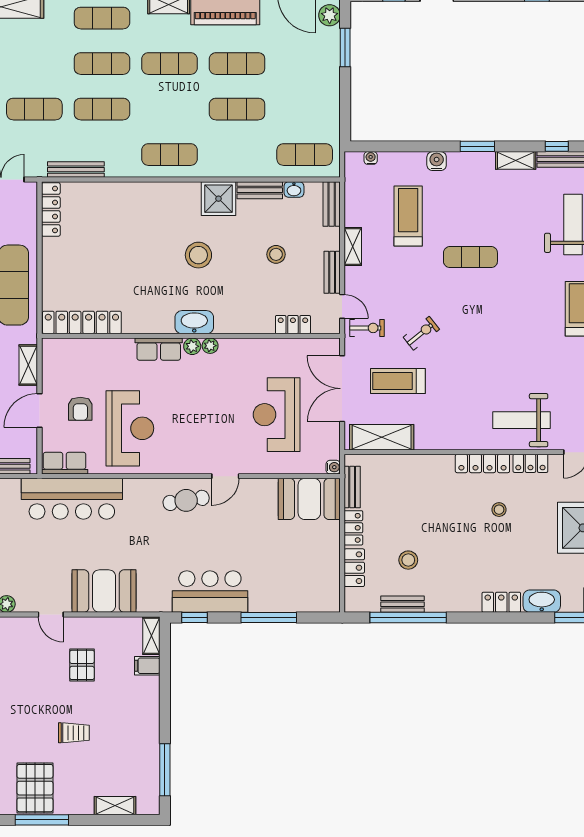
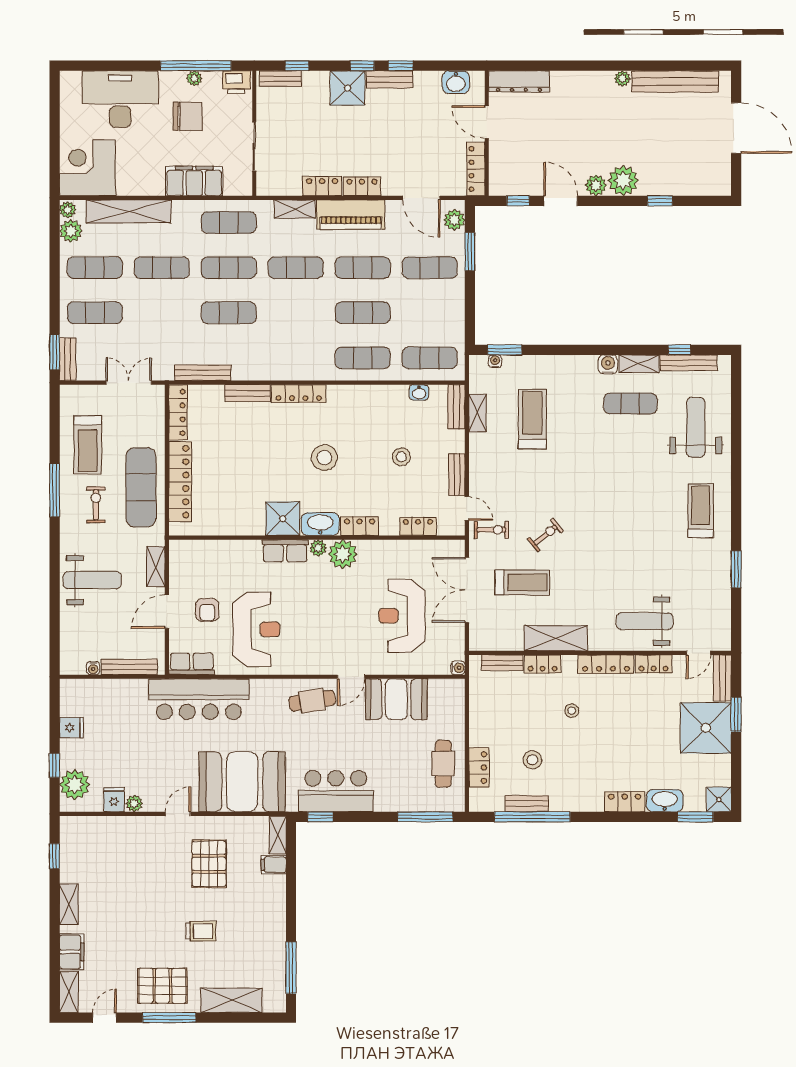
exercise mat: (305, 64) -> (430, 268), added
exercise mat: (34, 109) -> (162, 268), moved
window: (477, 146) -> (505, 350), moved
exercise mat: (170, 155) -> (363, 358), moved
water cooler: (437, 161) -> (608, 364), moved
bench: (260, 190) -> (248, 393), moved
locker: (173, 191) -> (299, 394), added
shower: (218, 199) -> (283, 519), moved
shelving: (353, 247) -> (477, 413), moved
exercise mat: (470, 257) -> (630, 403), moved
locker: (82, 322) -> (180, 482), moved, turned 90
locker: (234, 324) -> (360, 526), added
plant: (210, 346) -> (343, 554), width x1.87, depth x1.87
treadmill: (398, 381) -> (522, 582), turned 180
shelving: (382, 437) -> (556, 638), moved
bench: (352, 487) -> (502, 663), moved, turned 90
booth: (309, 499) -> (396, 699), moved
stool: (499, 510) -> (572, 711), moved
locker: (353, 528) -> (543, 664), moved, turned 90
cafe table: (318, 564) -> (443, 764), added
booth: (104, 591) -> (242, 782), width x1.36, depth x1.42
door: (51, 614) -> (178, 814), swing flipped
window: (269, 618) -> (425, 817), moved
pallet: (82, 665) -> (209, 864), width x1.50, depth x1.42
pallet: (35, 788) -> (162, 986), turned 90
shelving: (115, 806) -> (232, 1000), width x1.50, depth x1.33

